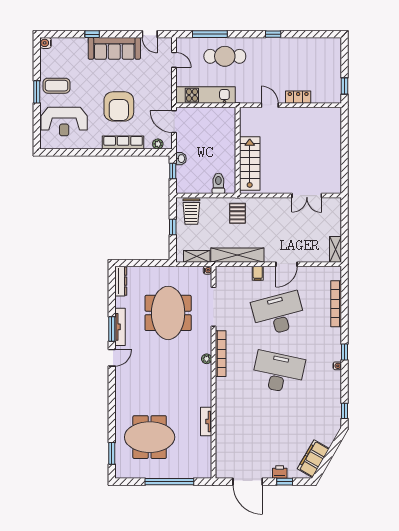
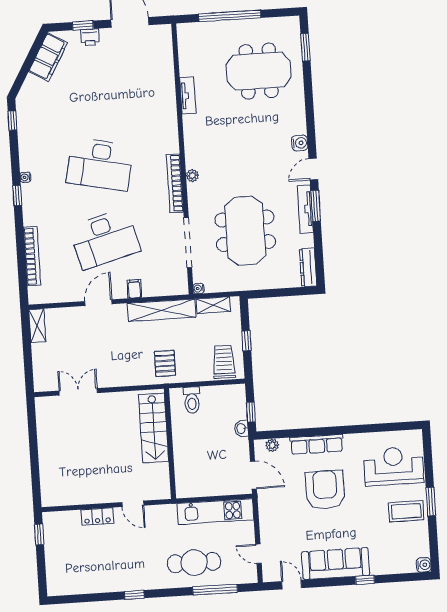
water cooler: (121, 379) -> (300, 143), added

